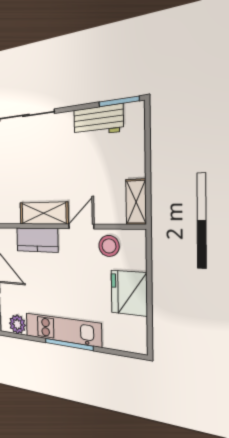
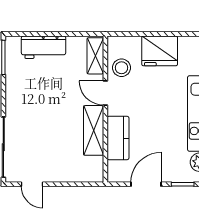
workbench: (98, 120) -> (44, 47), moved, turned 90
shelving: (136, 202) -> (95, 56), moved, turned 90

